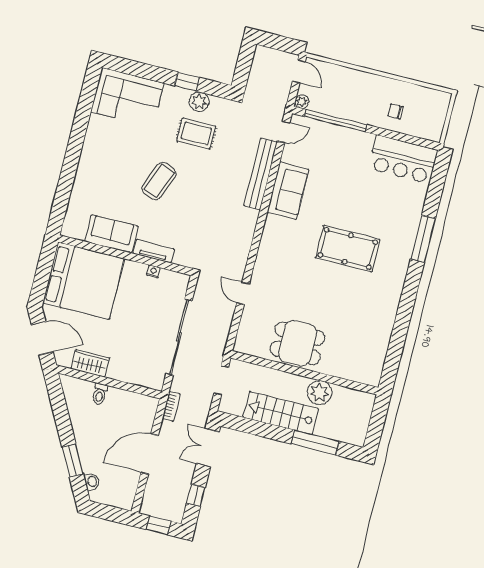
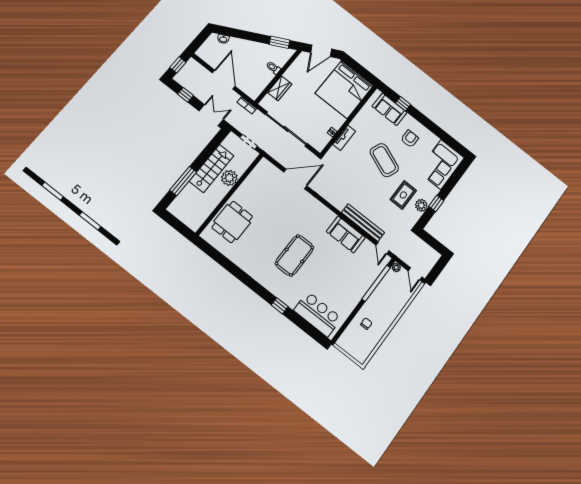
door: (299, 71) -> (415, 274), hinge flipped
armchair: (111, 158) -> (410, 139), added
bar counter: (403, 159) -> (318, 314), moved, turned 90
coffee table: (159, 181) -> (384, 160), width x1.36, depth x1.32
window: (64, 188) -> (403, 104), added
sofa: (111, 234) -> (390, 109), moved, turned 90
window: (423, 239) -> (280, 306), width x0.46
door: (243, 293) -> (295, 179), width x1.88
dining table: (298, 343) -> (232, 222), moved
wardrobe: (90, 363) -> (280, 88), moved
plant: (320, 393) -> (229, 178), moved
window: (73, 460) -> (280, 42), moved

